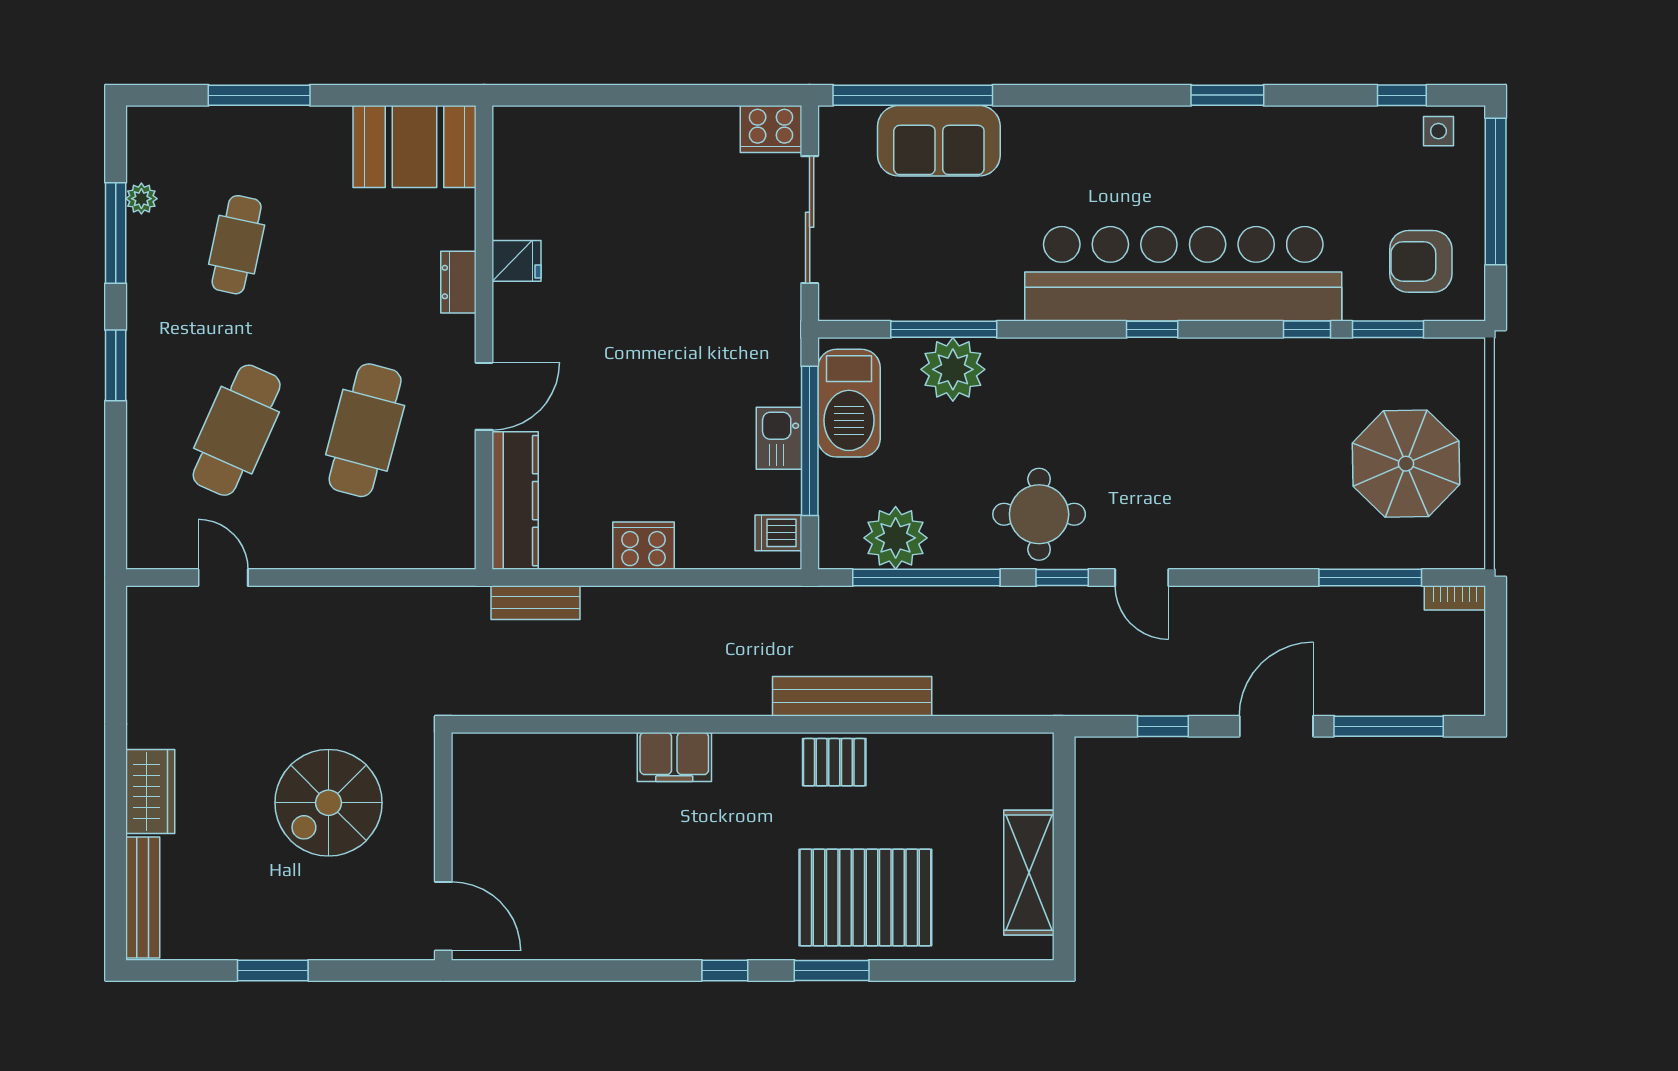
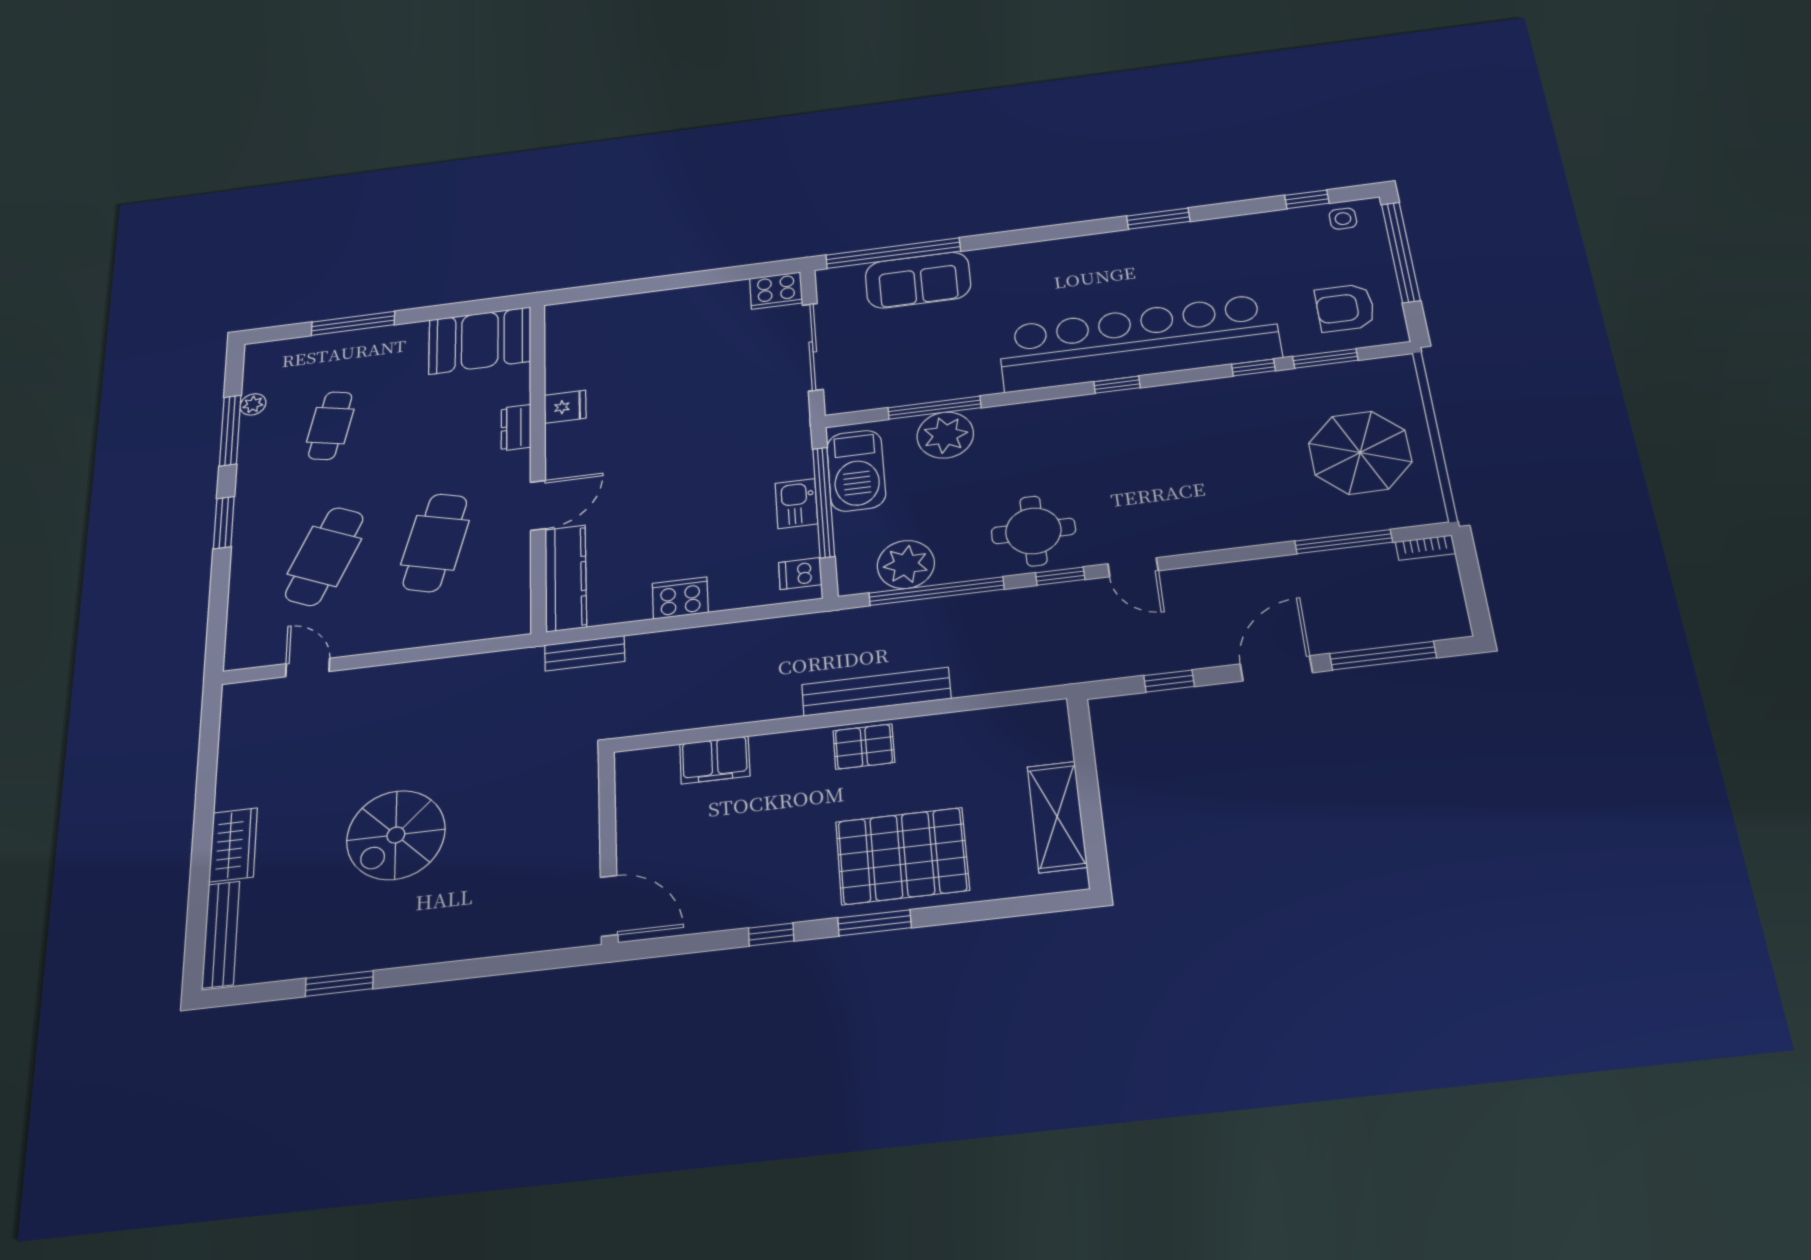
wall: (443, 846) -> (608, 846), moved
door: (443, 916) -> (609, 906), moved

